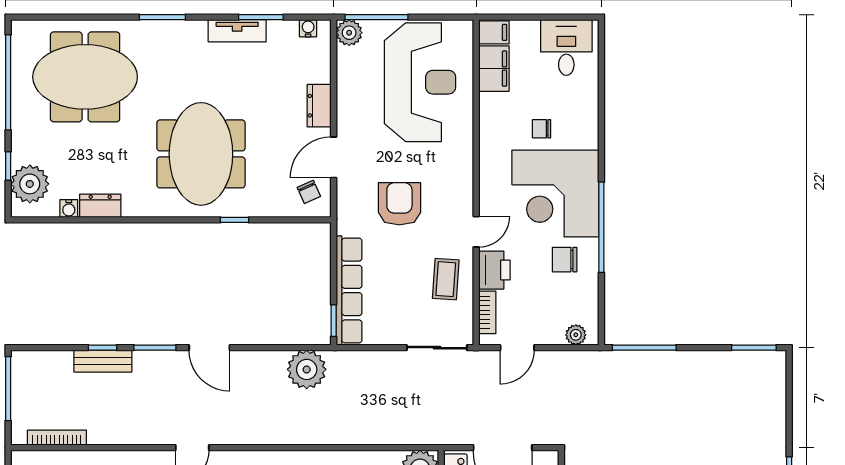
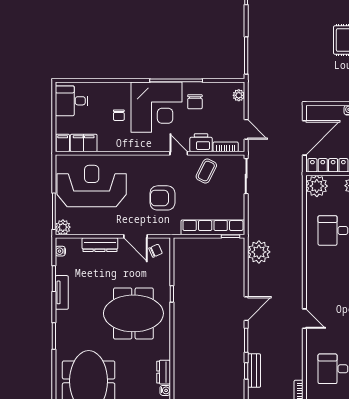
dresser: (319, 106) -> (100, 245), width x1.44
coffee table: (446, 279) -> (206, 171), turned -67

